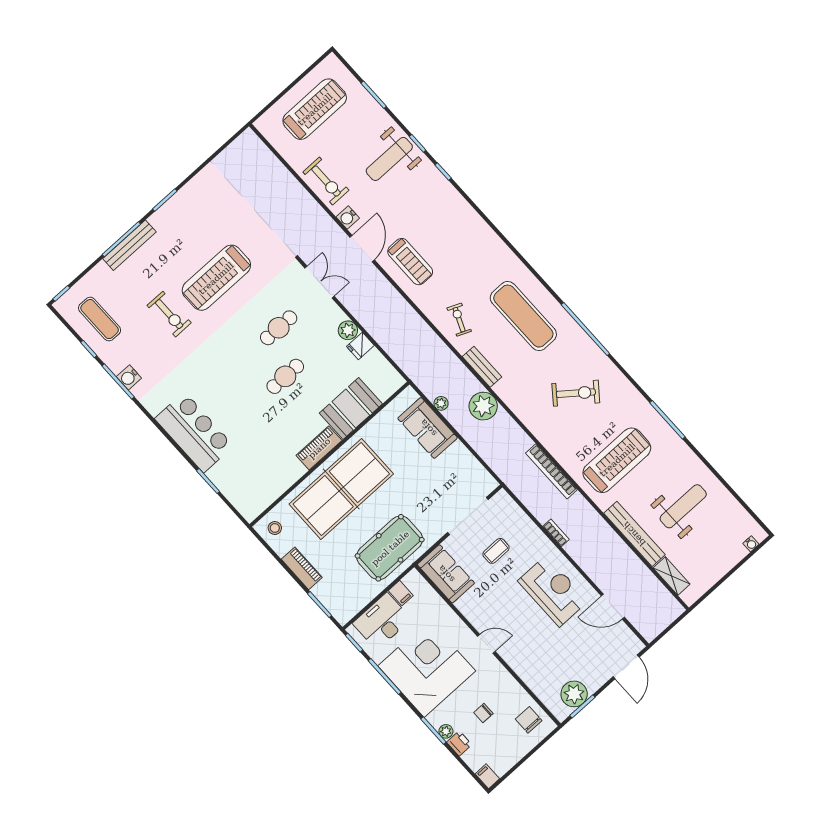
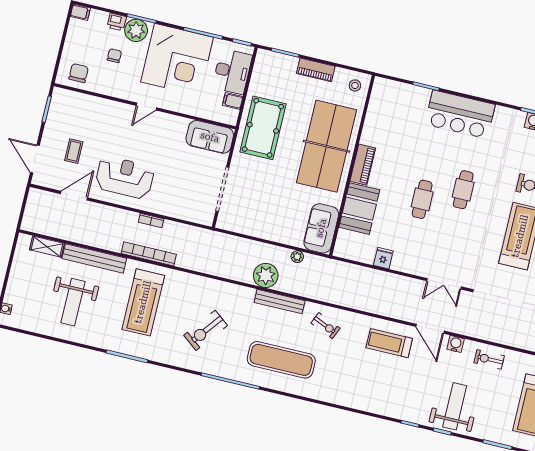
exercise bike: (326, 181) -> (489, 359), width x0.73, depth x0.72
cafe table: (279, 328) -> (463, 190), moved
plant: (348, 330) -> (400, 263), removed
bench: (482, 367) -> (280, 302), width x1.36
sofa: (428, 428) -> (321, 228), moved, turned -90
bookcase: (551, 471) -> (149, 254), moved
coffee table: (496, 551) -> (74, 151), moved
reception desk: (553, 591) -> (125, 177), turned 180
plant: (574, 694) -> (59, 114), removed
chair: (529, 720) -> (79, 73), turned -90
plant: (446, 731) -> (136, 30), width x1.88, depth x1.88

